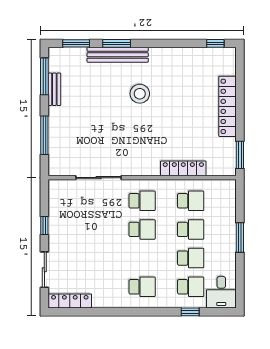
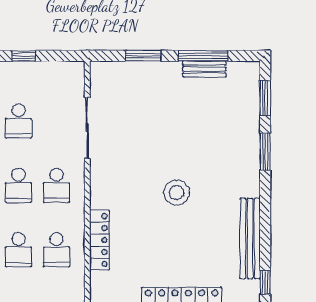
bench: (118, 55) -> (250, 238), moved
window: (44, 76) -> (203, 56), moved
stool: (140, 94) -> (177, 193), moved
window: (44, 135) -> (143, 56), width x0.69
school desk: (94, 229) -> (18, 121), added

